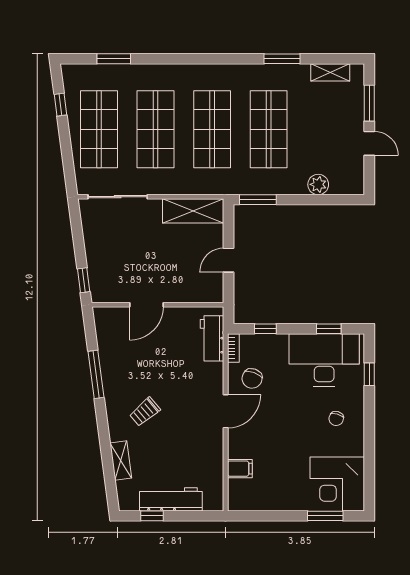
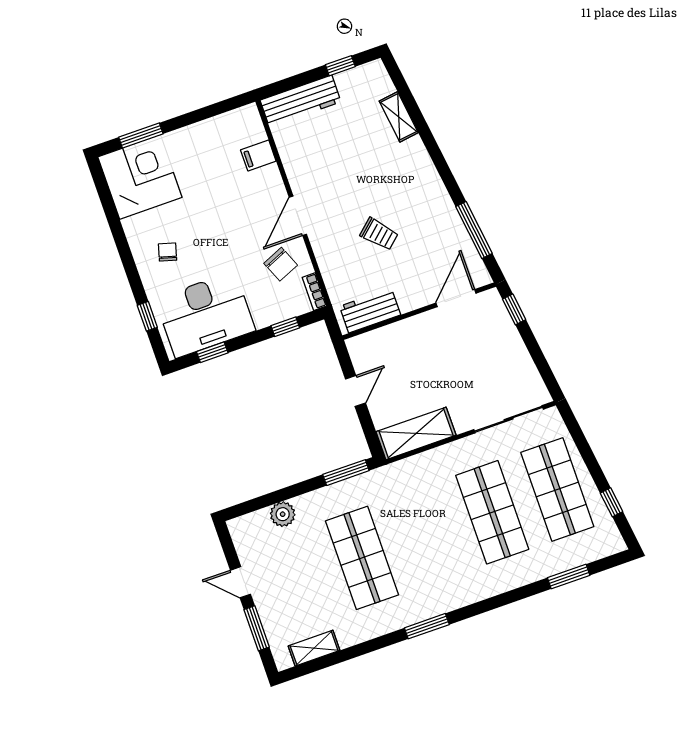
window: (282, 59) -> (427, 626), moved
shop shelf: (212, 129) -> (427, 535), removed
door: (146, 305) -> (456, 298), moved
workbench: (212, 338) -> (370, 311), moved, turned -90
window: (96, 374) -> (474, 230), moved
chair: (252, 378) -> (281, 264), turned 137
trolley: (145, 412) -> (379, 234), moved, turned 88
workbench: (171, 499) -> (301, 101), moved

